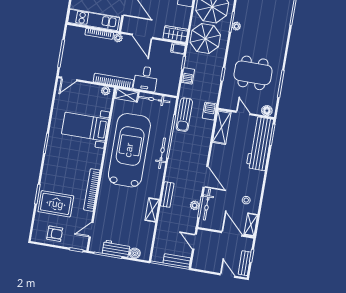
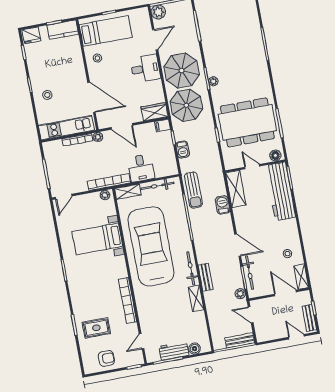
dining table: (253, 73) -> (247, 122), width x1.36, depth x1.24
barbecue: (209, 111) -> (223, 205), moved
bicycle: (162, 153) -> (191, 268), moved
rug: (56, 204) -> (96, 328), width x0.73, depth x0.70
plant: (195, 205) -> (240, 294), moved

